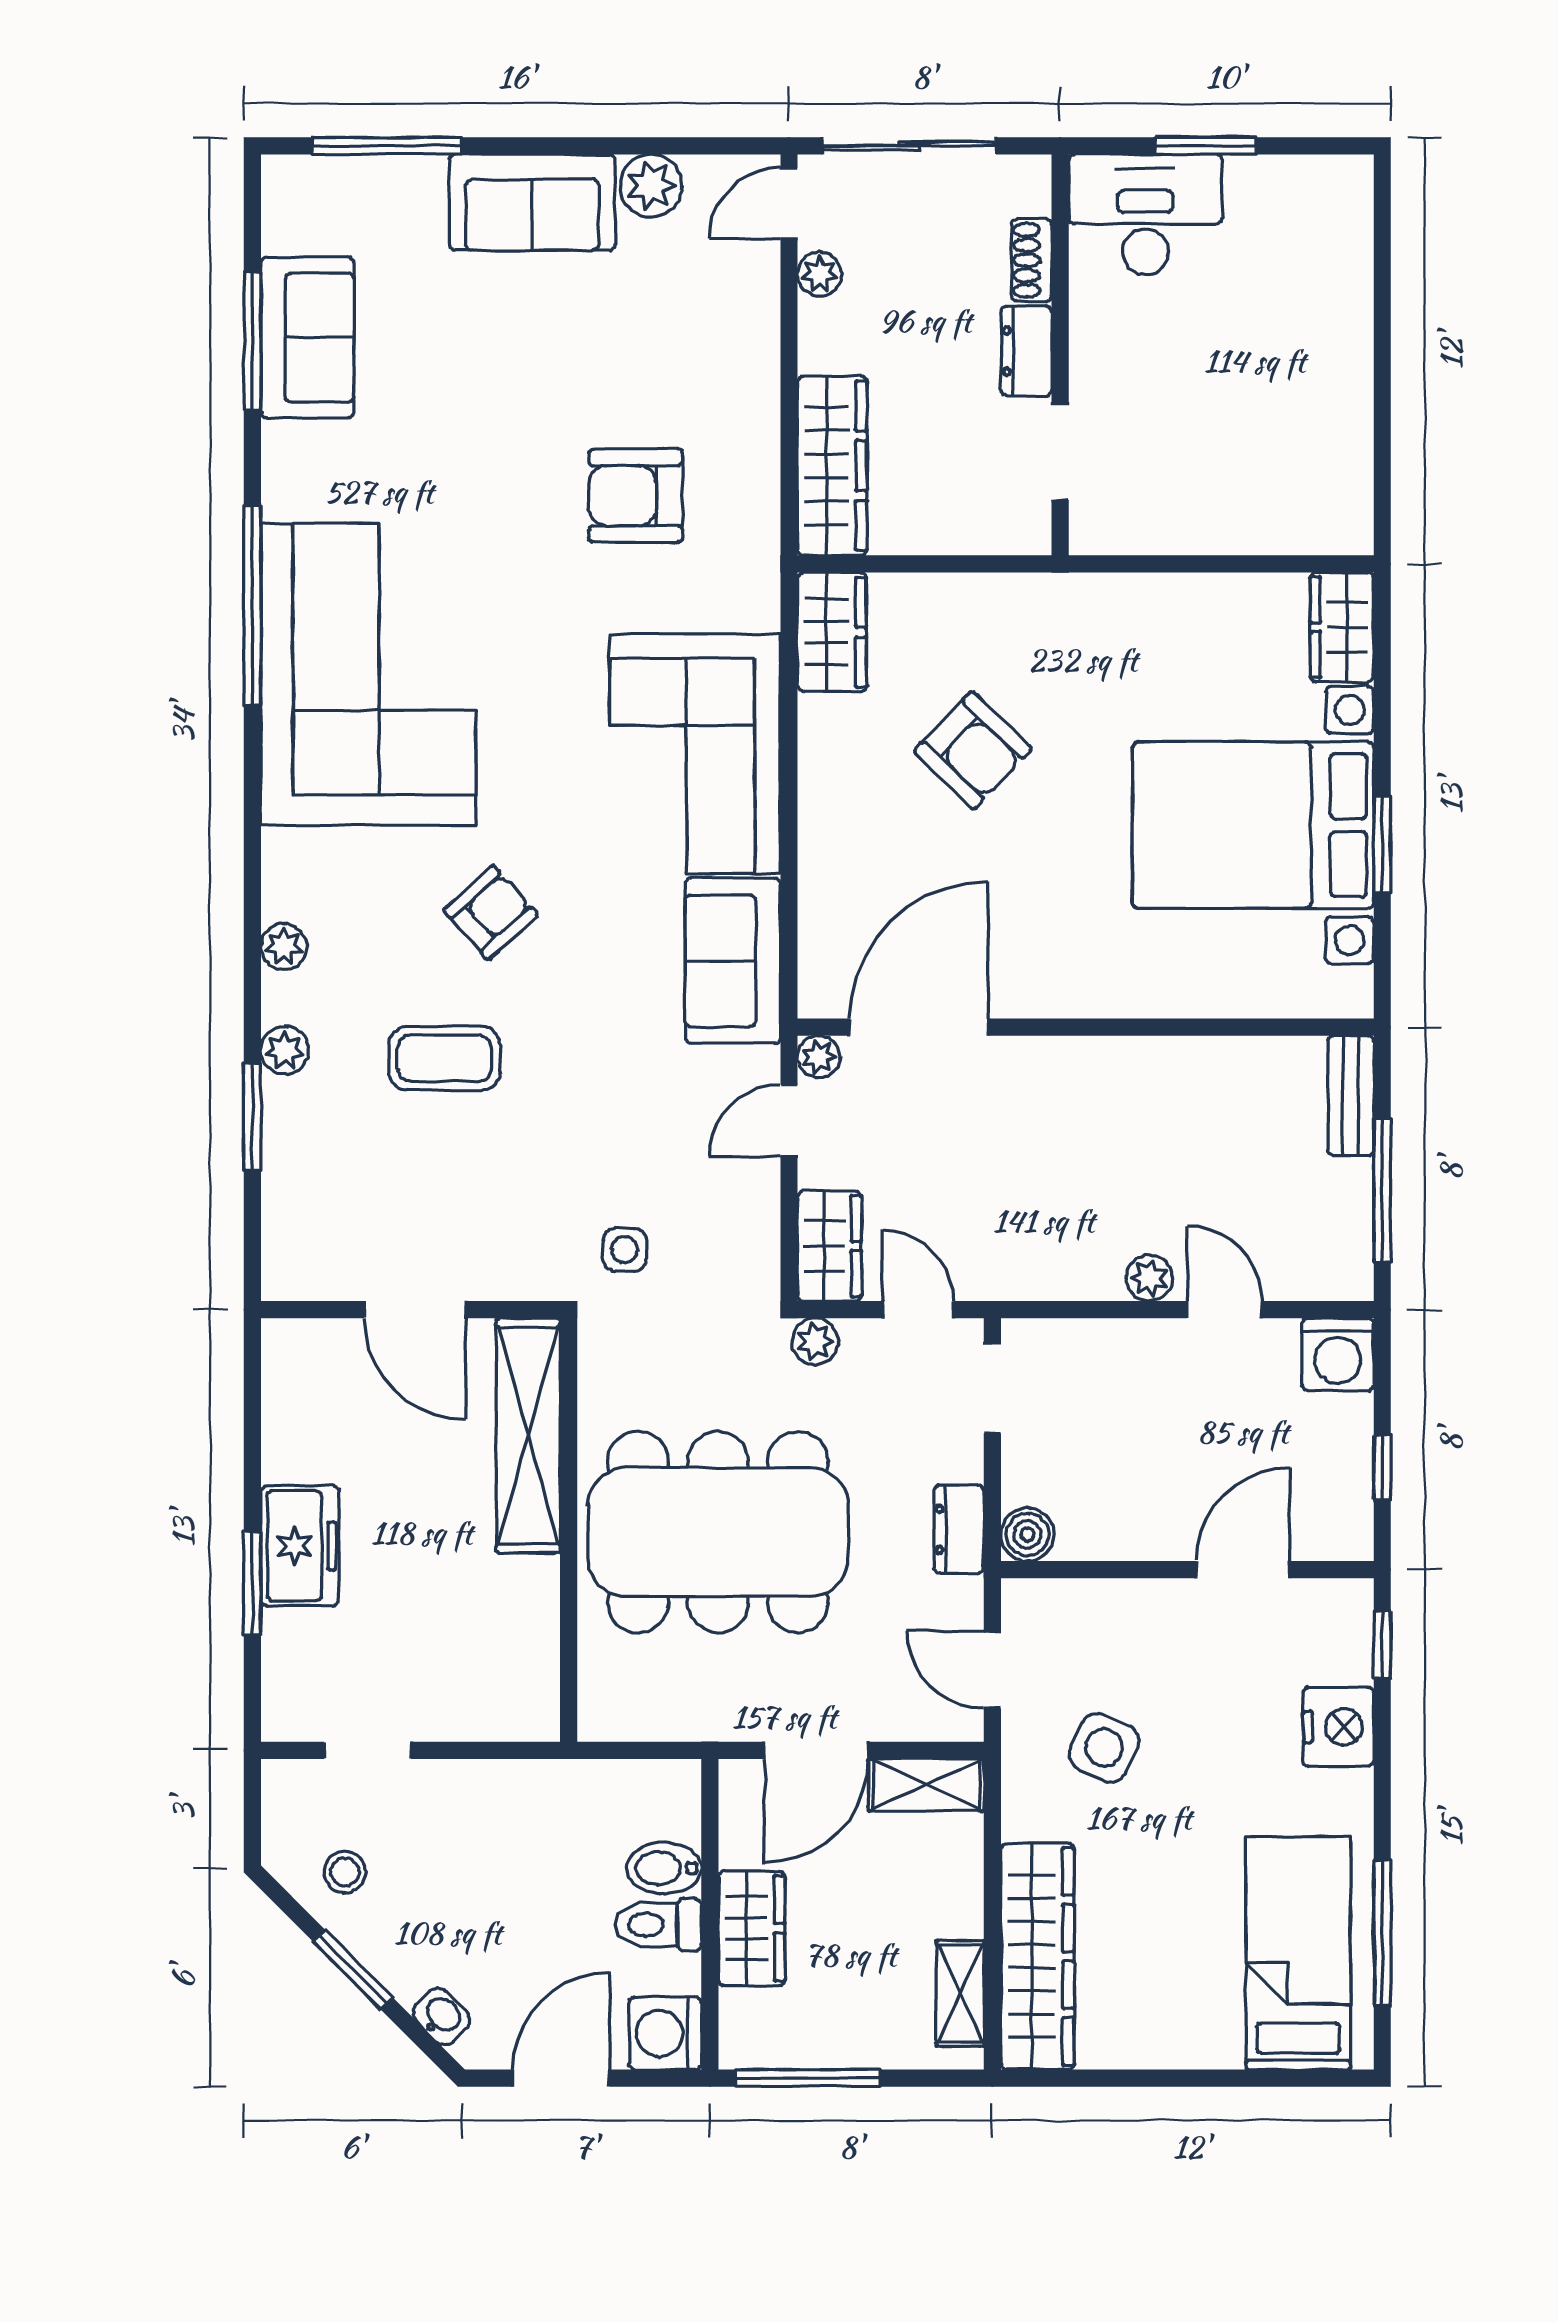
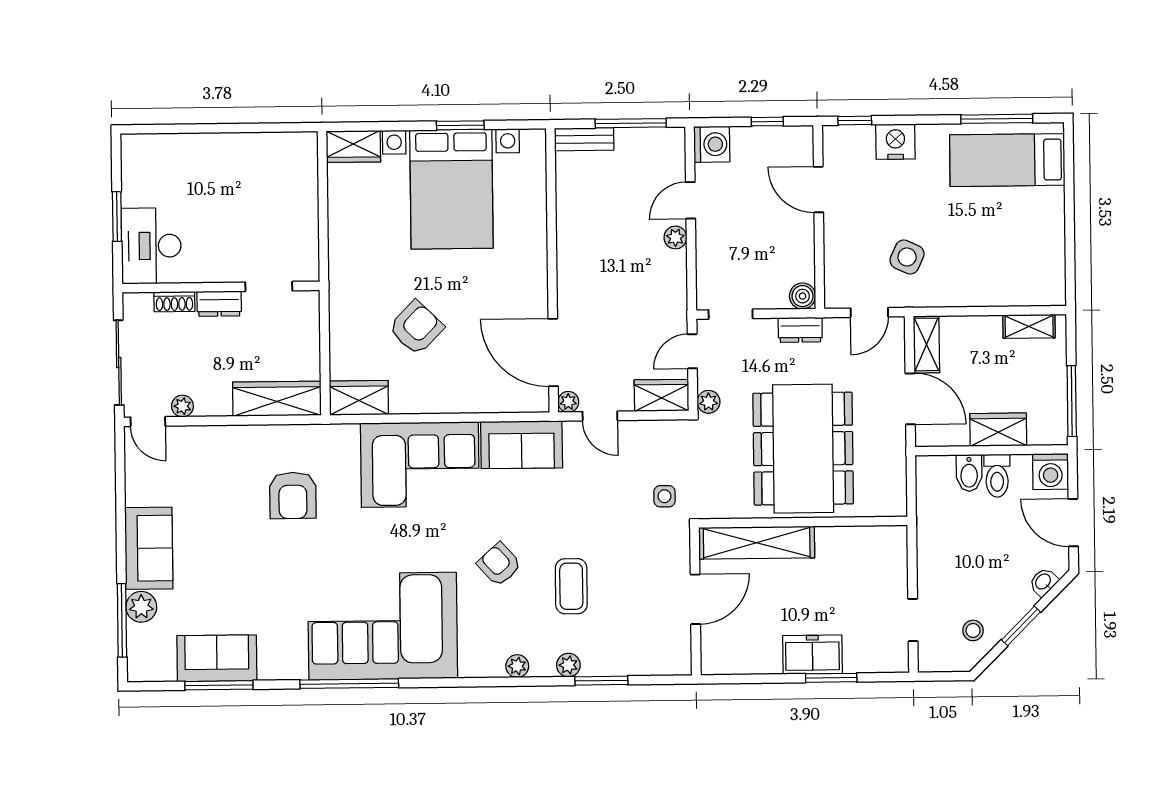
plant: (651, 186) -> (141, 607), moved
wardrobe: (1038, 1956) -> (1010, 289), removed

